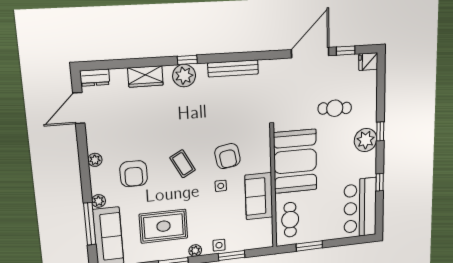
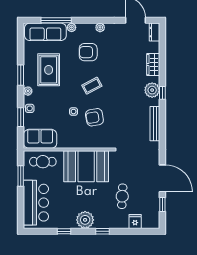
fridge: (368, 62) -> (135, 221), moved
plant: (366, 140) -> (85, 220), moved
sofa: (259, 196) -> (40, 139), moved
bar counter: (360, 208) -> (36, 203), moved, turned 90

